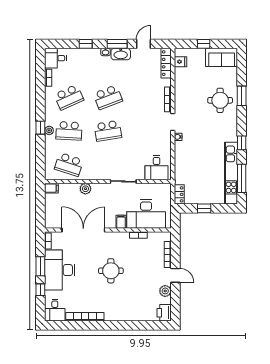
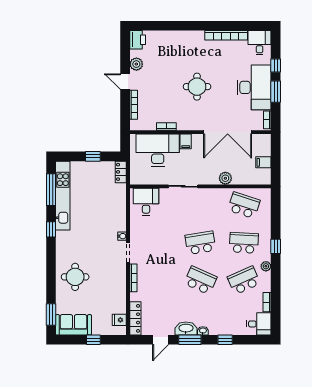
window: (242, 96) -> (51, 314), moved
school desk: (108, 97) -> (200, 280), turned 45
plant: (49, 130) -> (266, 266), moved
filing cabinet: (51, 188) -> (263, 162), moved

